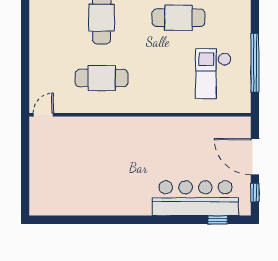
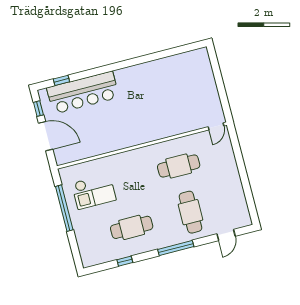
checkout: (213, 74) -> (94, 192), turned 90

